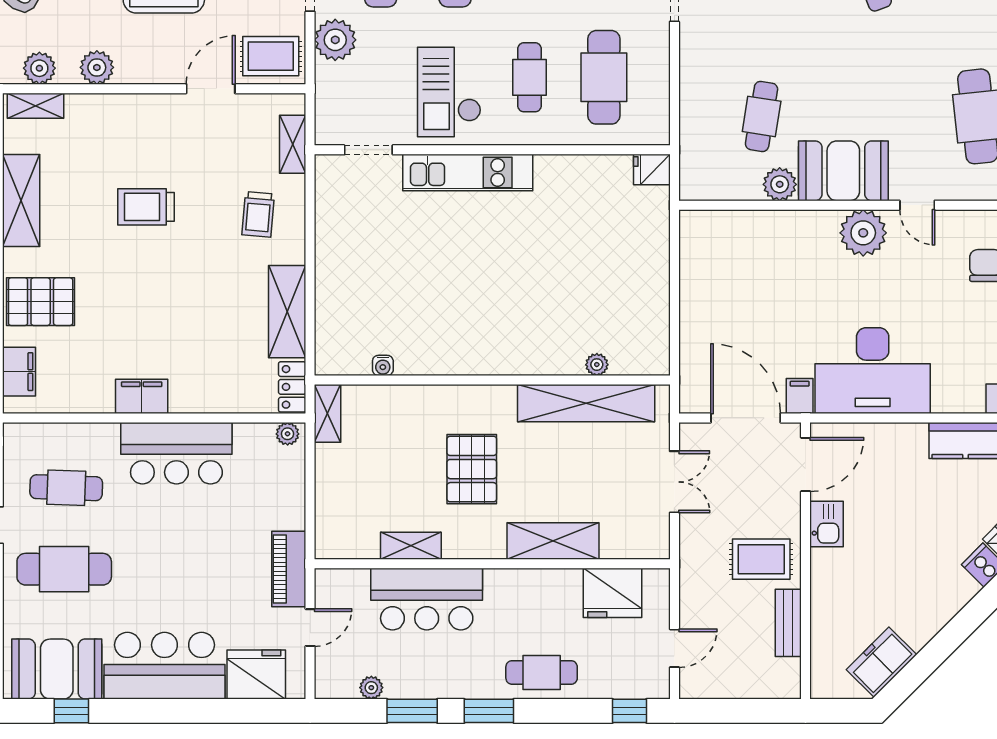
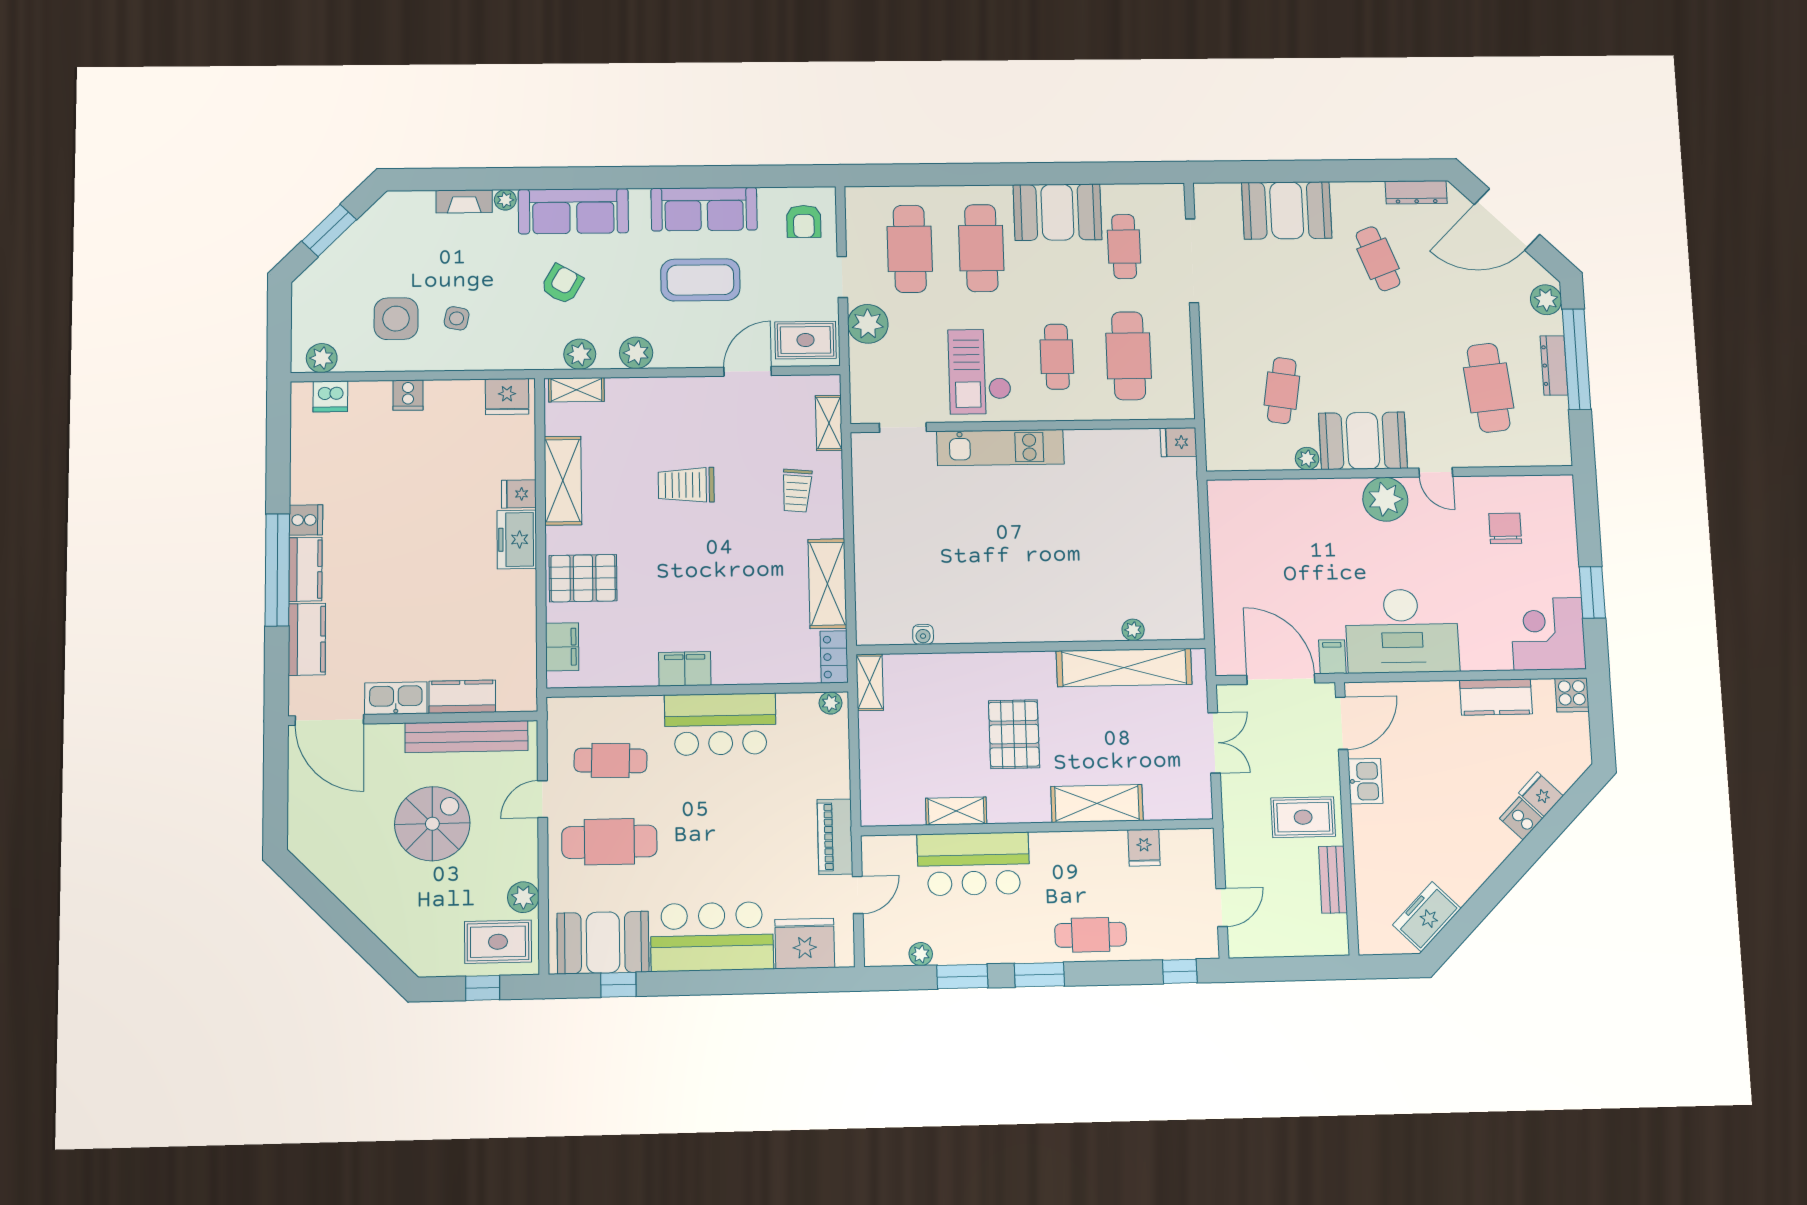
plant: (780, 184) -> (1307, 459), width x0.73, depth x0.73
fridge: (613, 593) -> (1144, 848), width x0.53, depth x0.75

